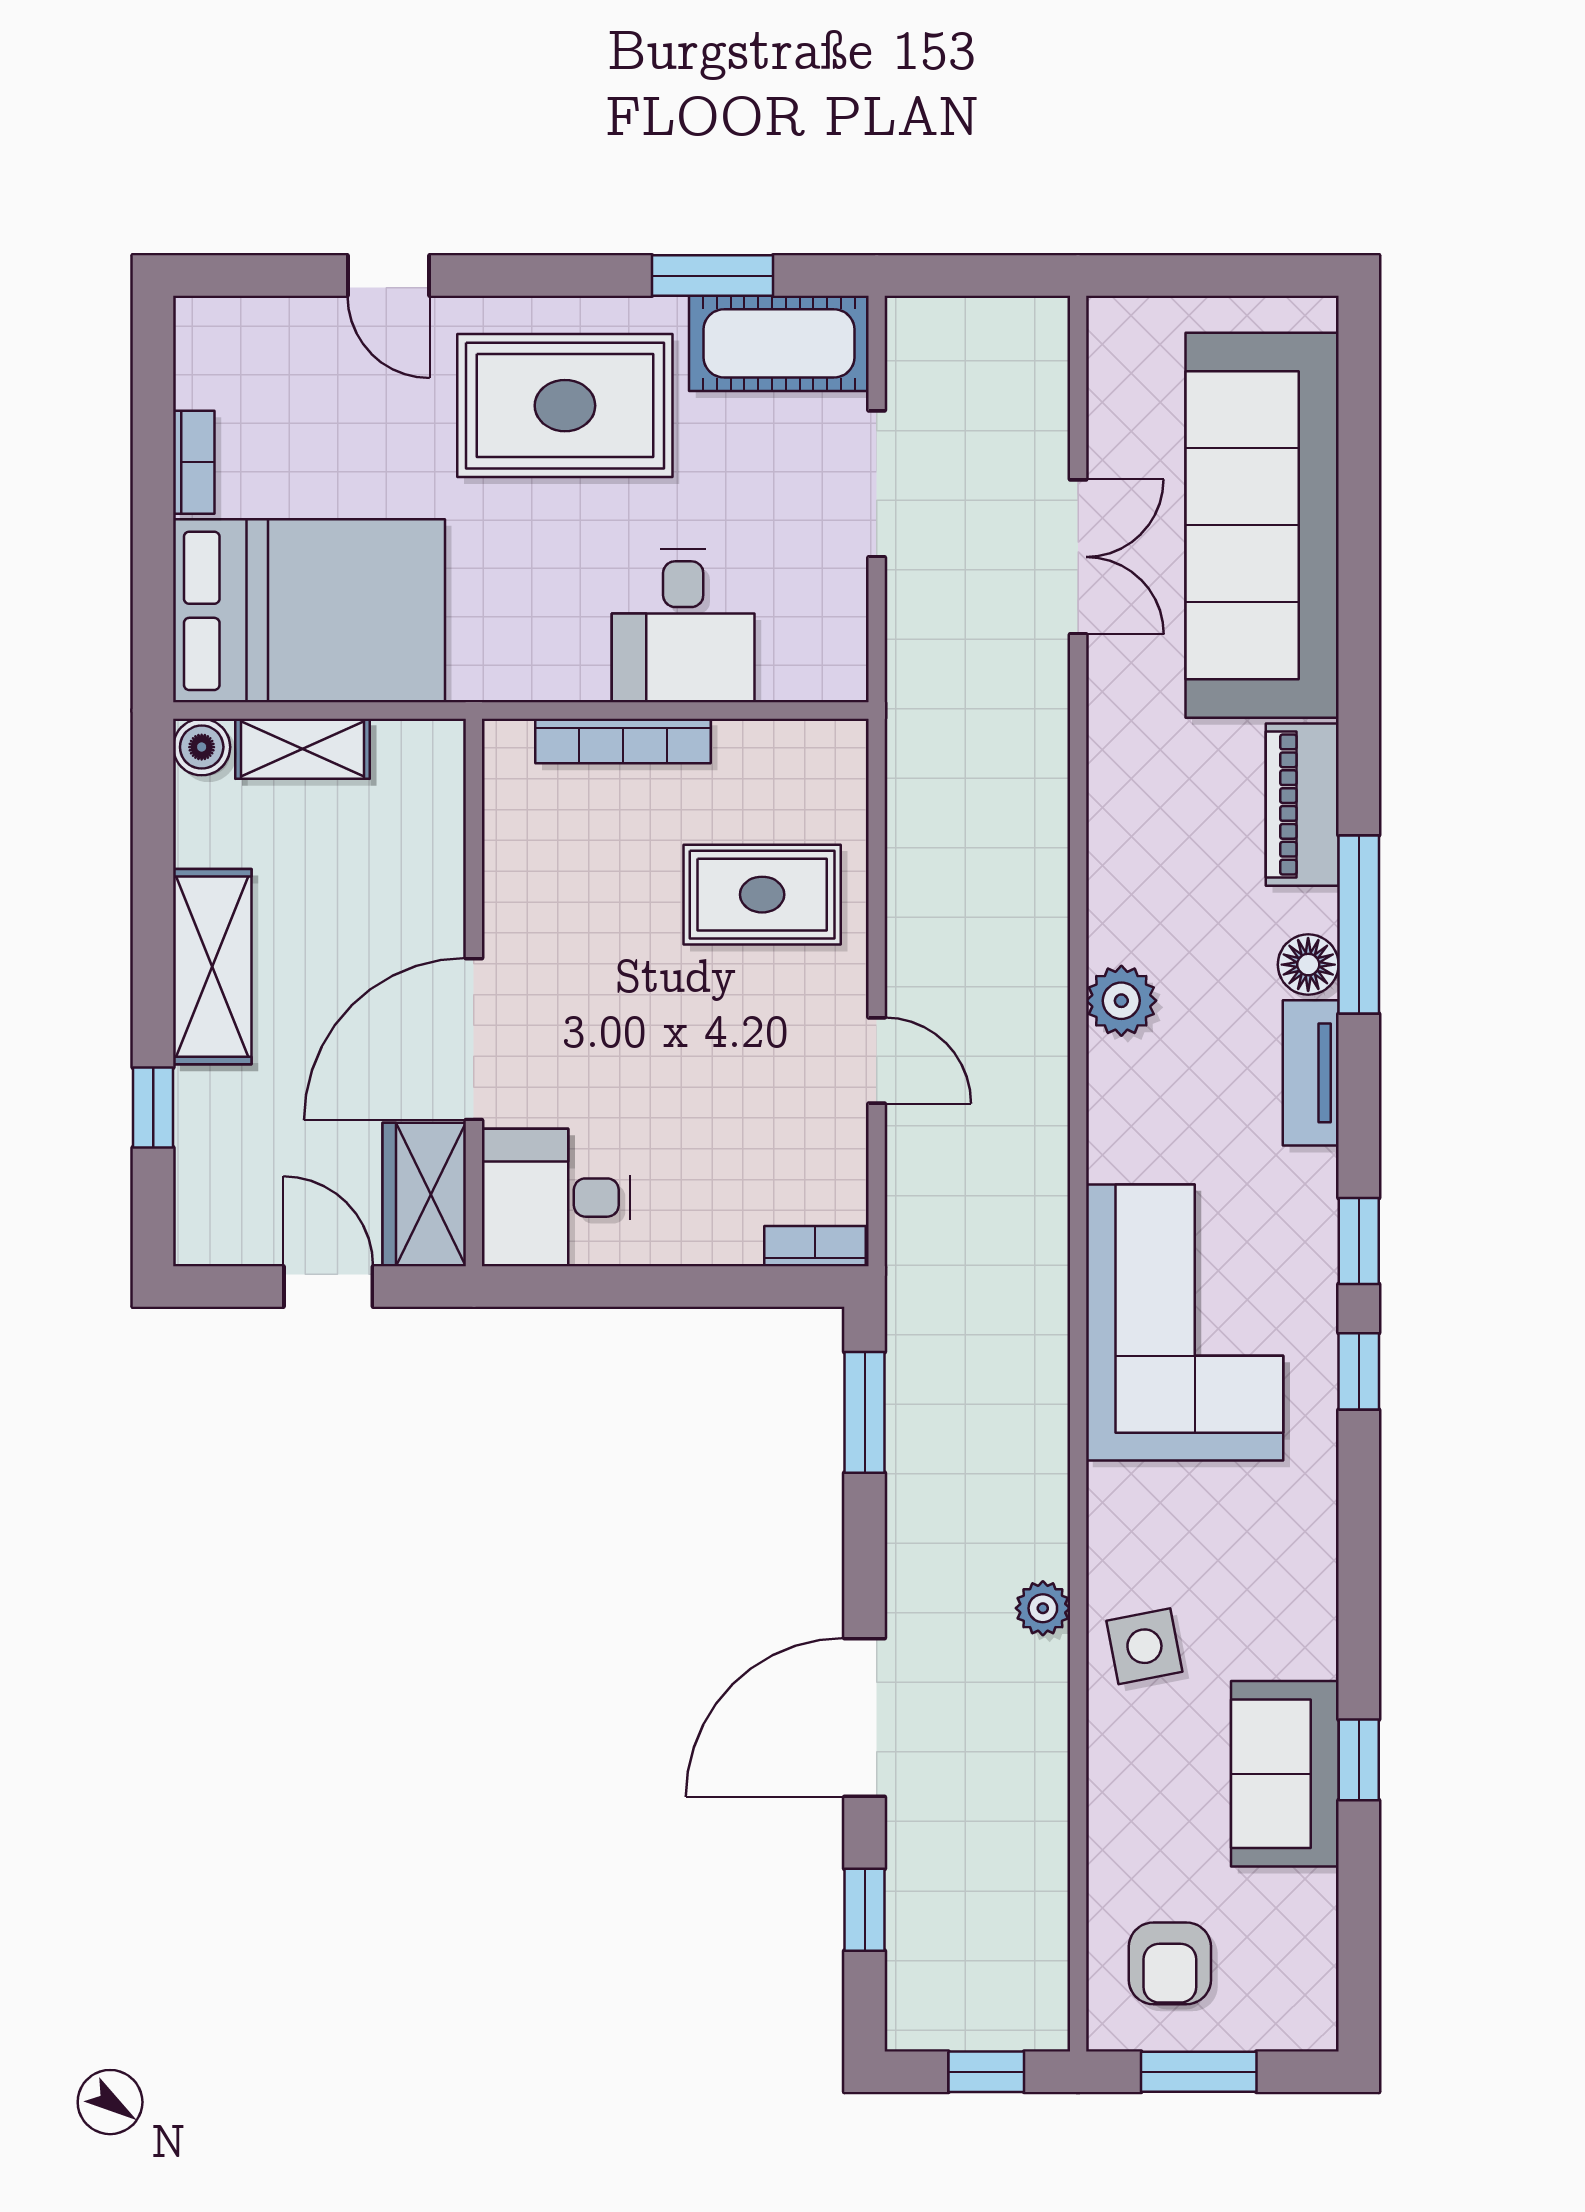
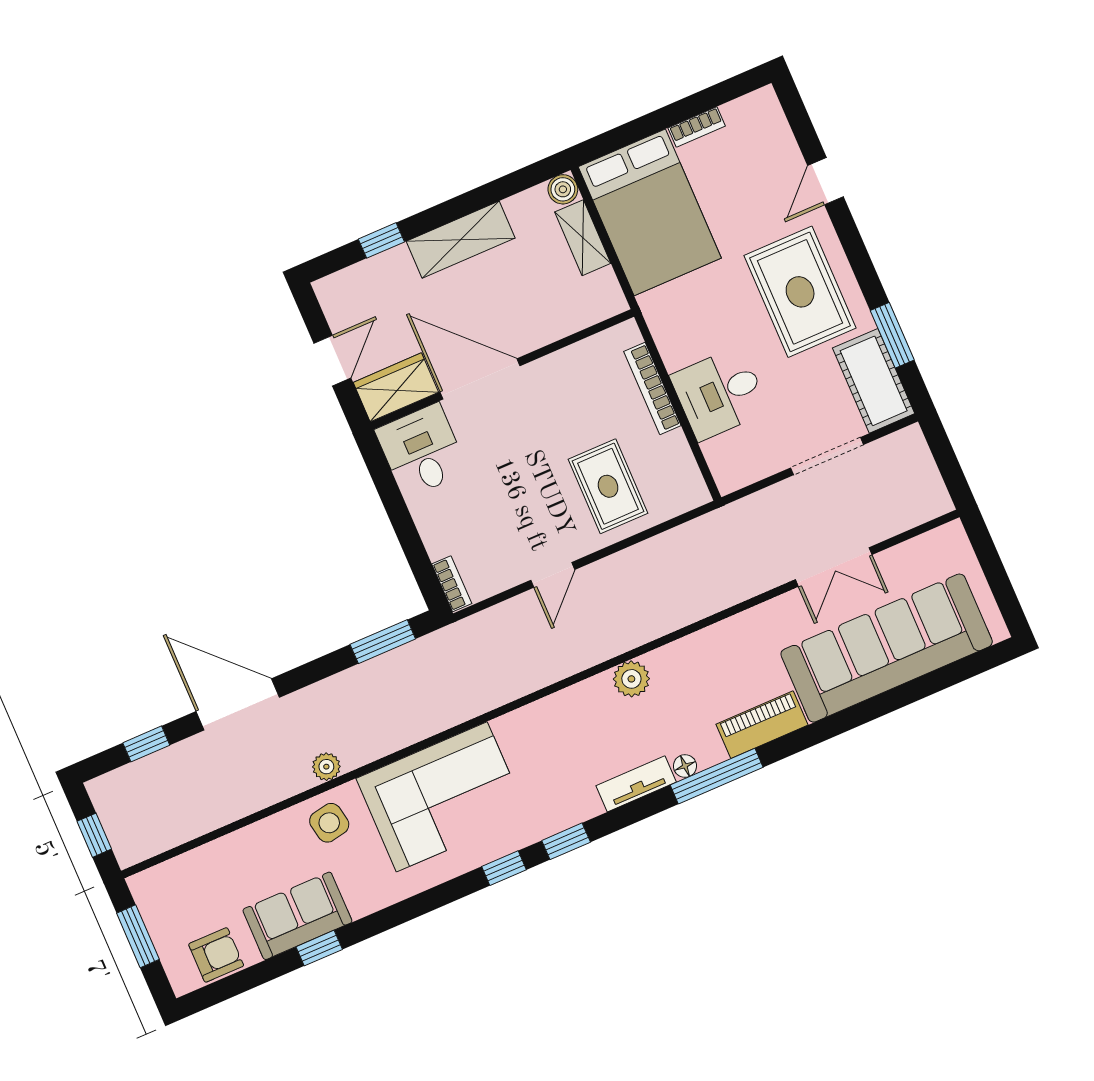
floor lamp: (1308, 965) -> (685, 766), width x0.73, depth x0.73
corner sofa: (1185, 1322) -> (442, 797), moved
armchair: (1170, 1963) -> (216, 955), moved, turned 180

